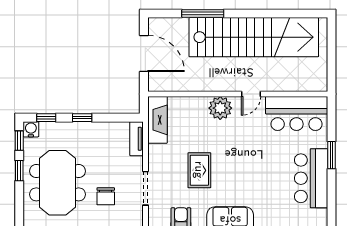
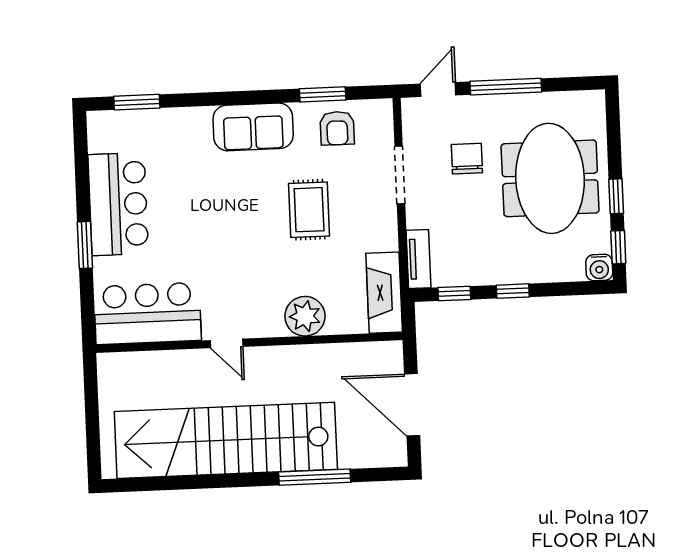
door: (251, 94) -> (227, 343), swing flipped
plant: (220, 108) -> (305, 316), moved
window: (46, 118) -> (454, 294), moved

